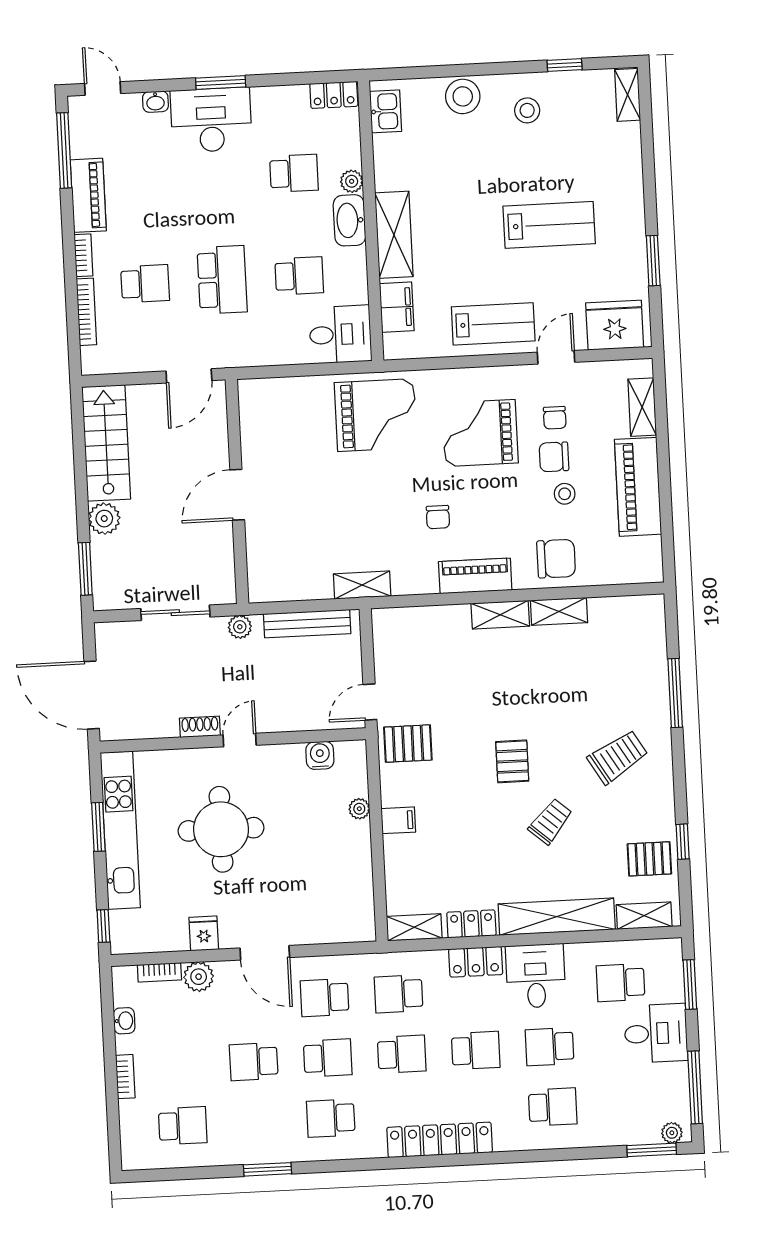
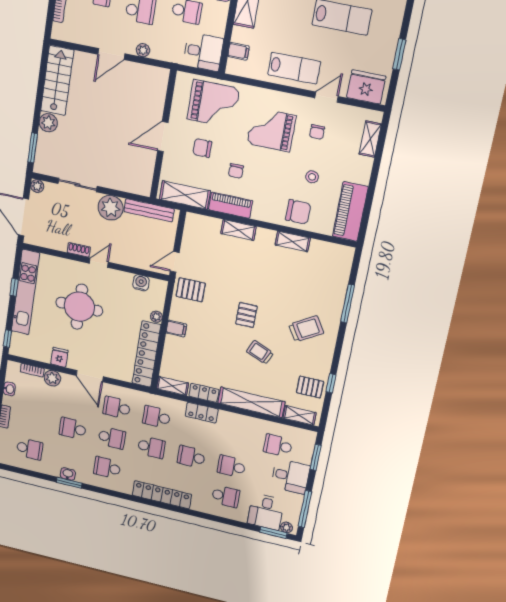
filing cabinet: (397, 307) -> (238, 51), width x0.50
plant: (241, 356) -> (143, 50), added
chair: (554, 457) -> (202, 148), moved
piano: (638, 487) -> (350, 212), moved
wall: (237, 492) -> (163, 135), moved
door: (237, 495) -> (163, 137), moved
piano: (475, 576) -> (231, 205), moved
shelving: (362, 585) -> (185, 195), width x1.50, depth x1.33
shelving: (500, 615) -> (238, 230), moved
plant: (240, 627) -> (111, 208), width x1.87, depth x1.87
plant: (106, 633) -> (37, 186), added
trolley: (550, 821) -> (260, 352), turned -108
window: (98, 827) -> (14, 287), width x0.67
locker: (356, 882) -> (146, 354), added
desk: (536, 976) -> (266, 512), moved, turned 180
school desk: (476, 1050) -> (191, 457), turned 180
washbasin: (262, 1153) -> (68, 474), added

